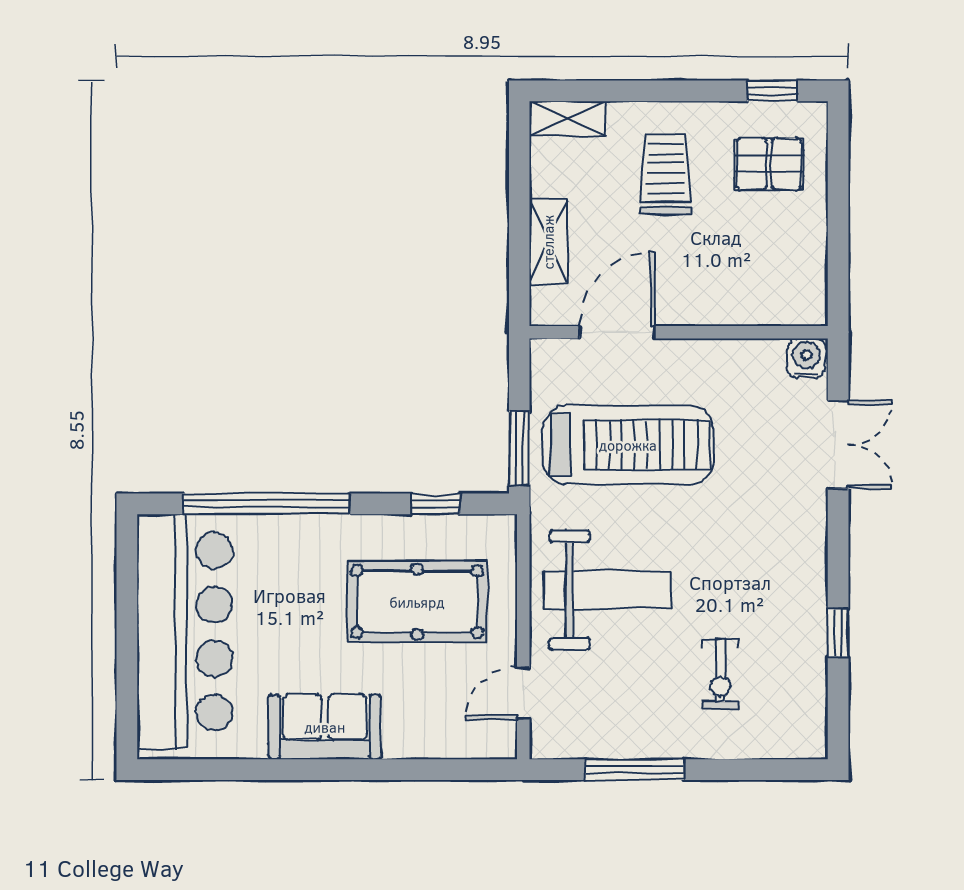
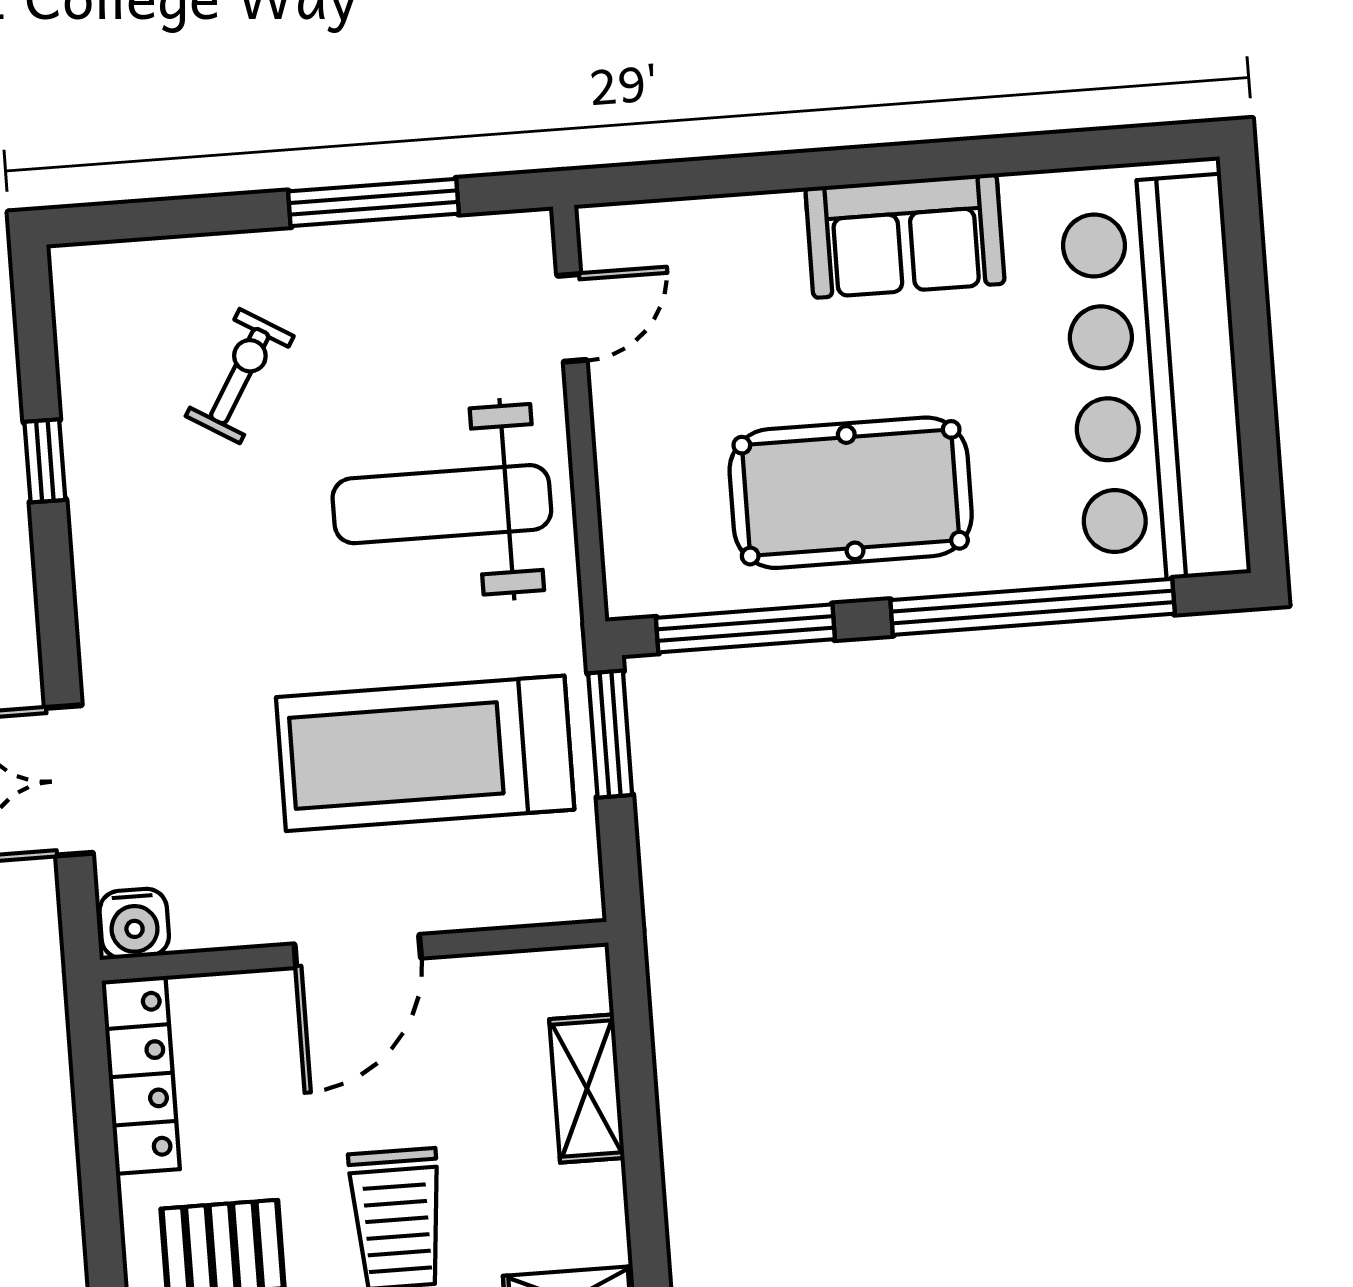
locker: (809, 269) -> (141, 1075), added
door: (617, 332) -> (358, 951), moved
window: (435, 504) -> (745, 628), width x2.17
pool table: (417, 602) -> (851, 493), moved
exercise bike: (720, 674) -> (240, 376), turned 31

